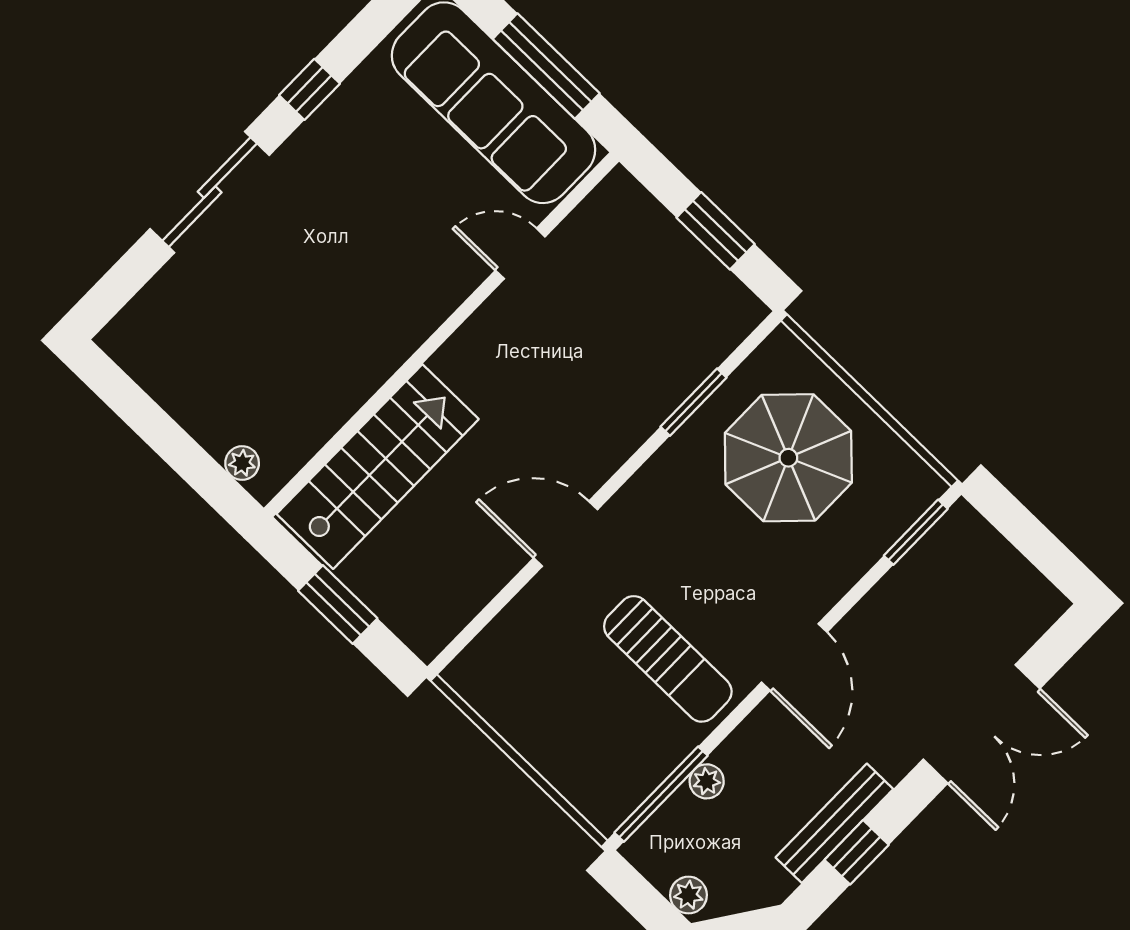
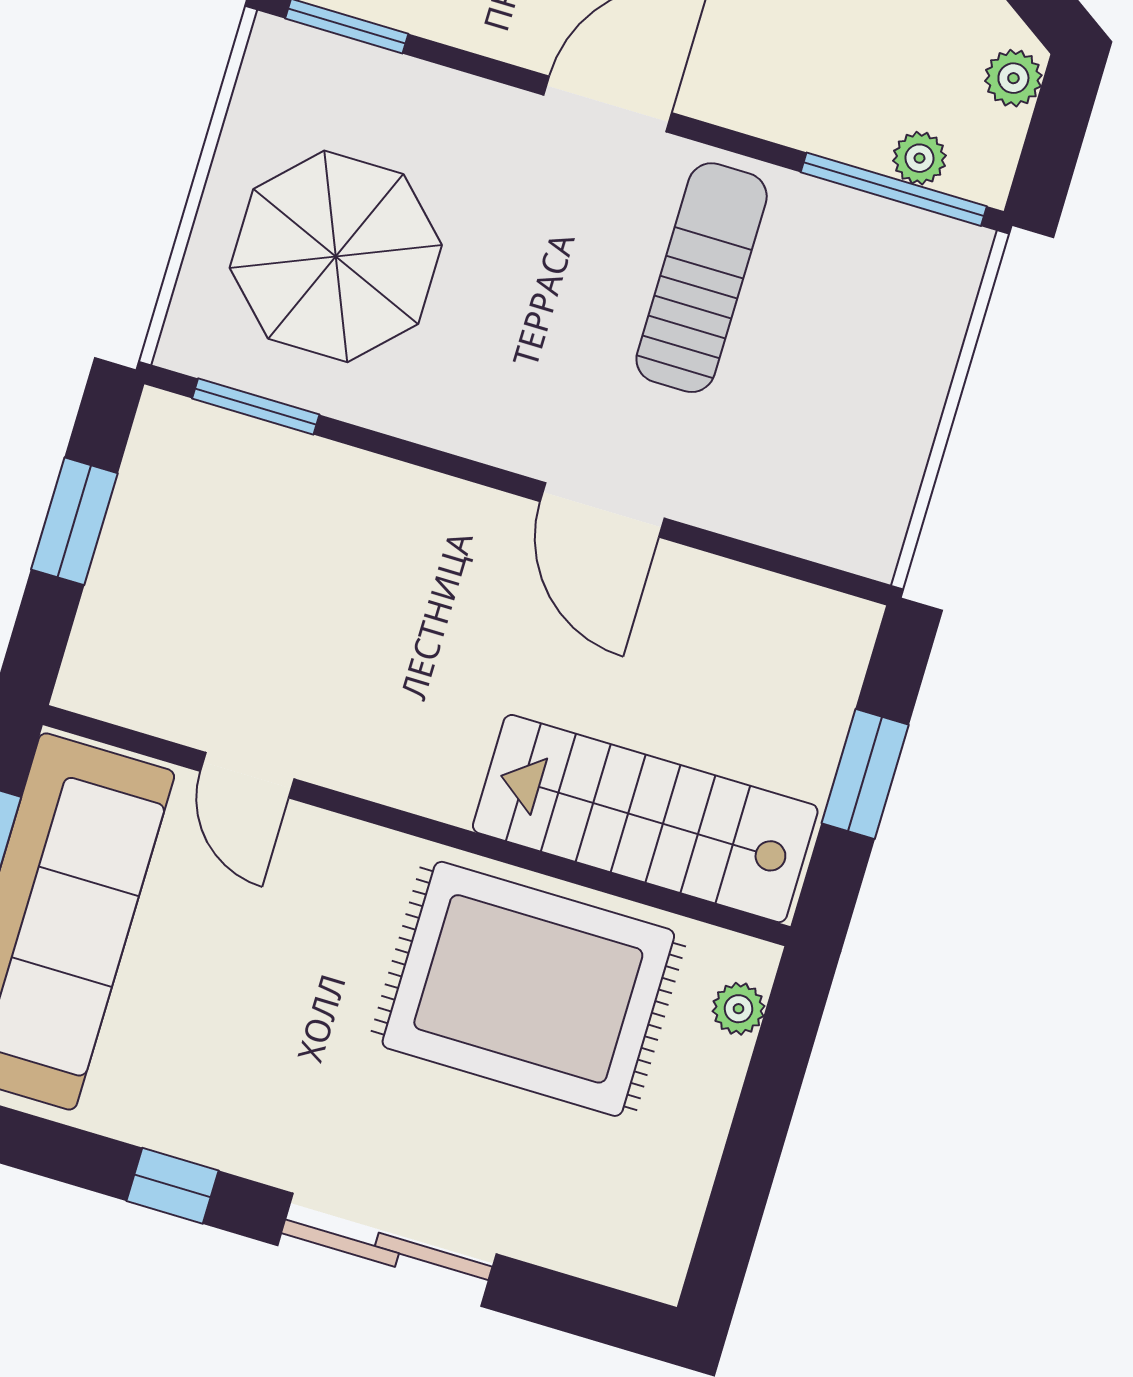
rug: (316, 350) -> (528, 989), added
window: (694, 402) -> (256, 407), moved
plant: (707, 781) -> (919, 158), moved

